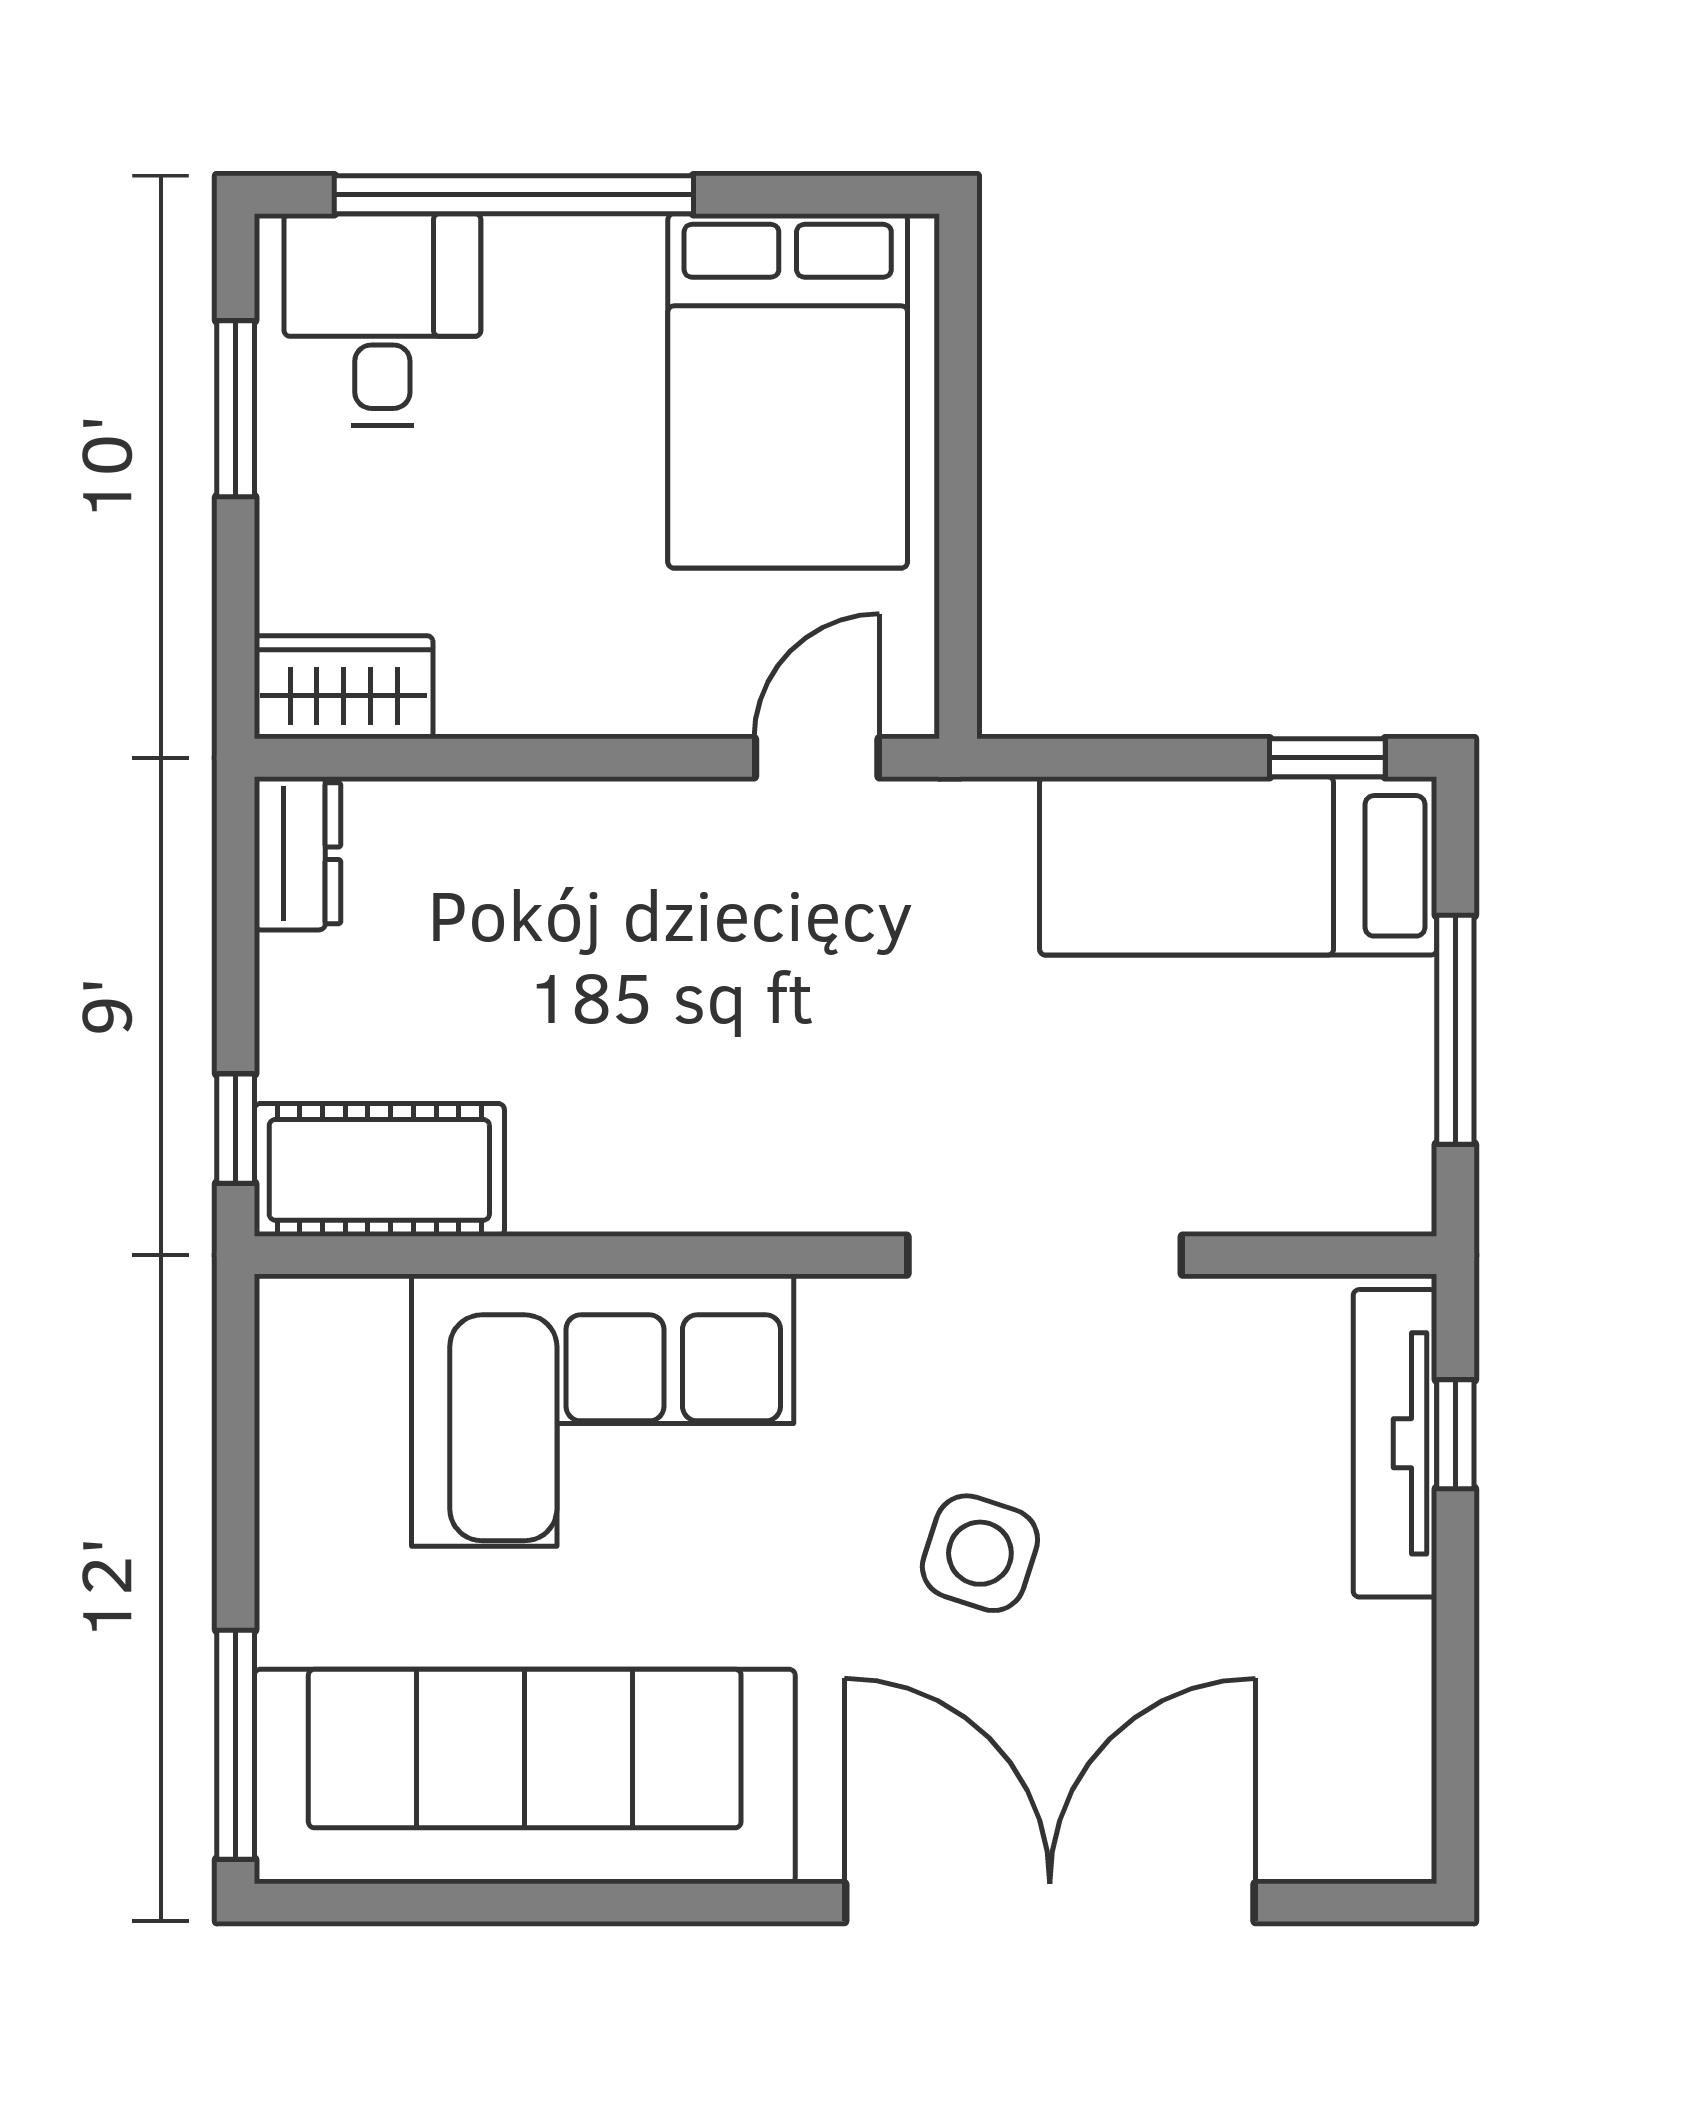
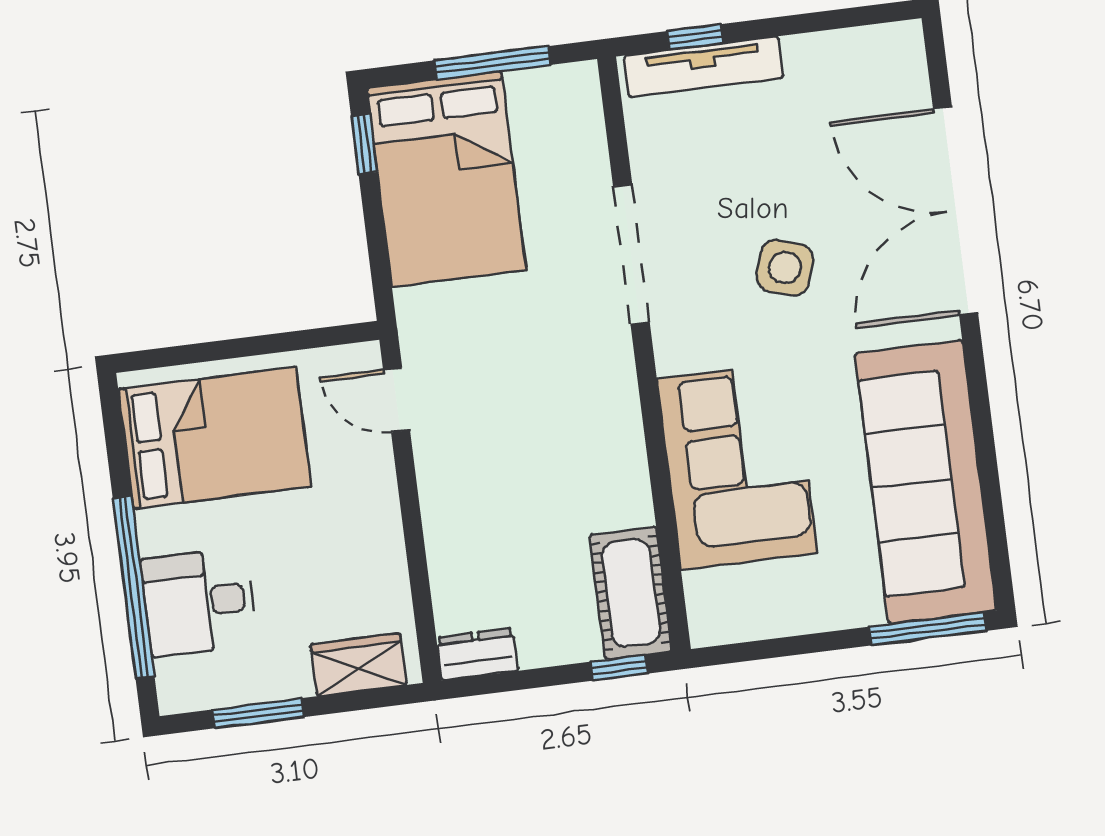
desk: (382, 319) -> (199, 602), moved
wardrobe: (344, 687) -> (358, 665), moved, turned 90
bed: (1238, 866) -> (446, 179), width x1.50

